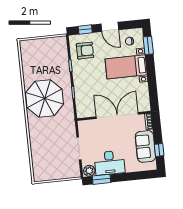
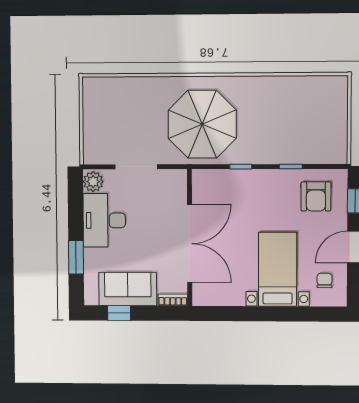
window: (148, 45) -> (313, 314), removed
parasol: (45, 98) -> (202, 124), moved
window: (102, 179) -> (76, 257), moved

